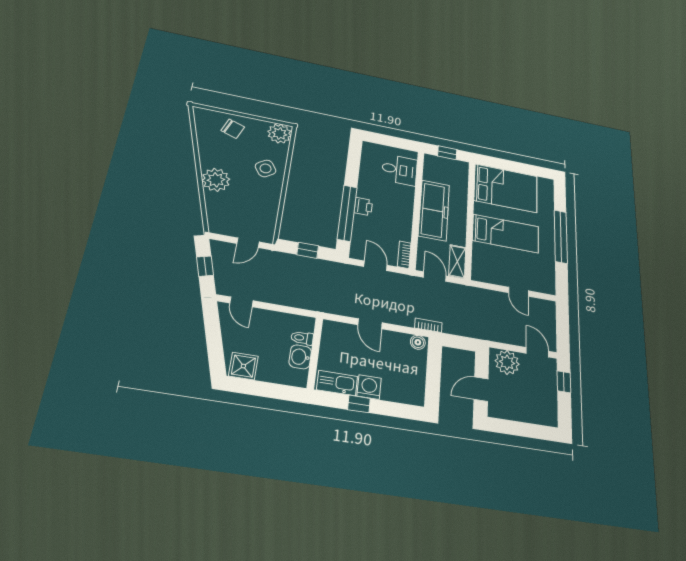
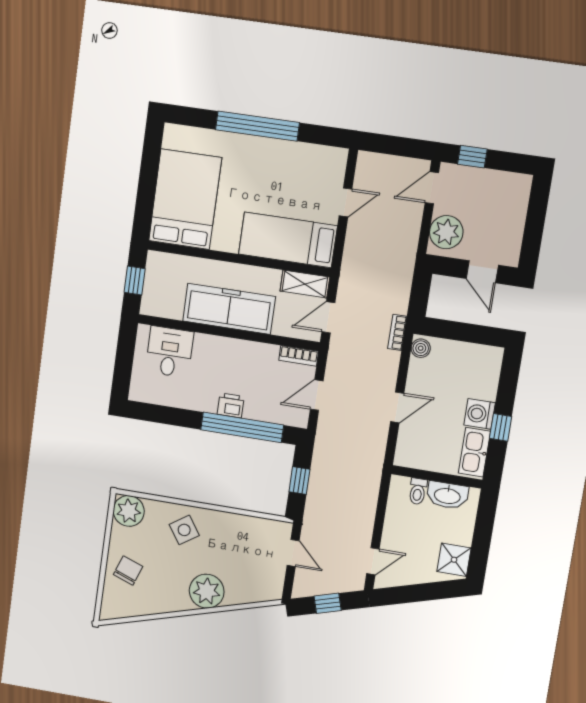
bed: (506, 234) -> (288, 240), moved, turned -90
washbasin: (300, 357) -> (447, 495), width x1.38

